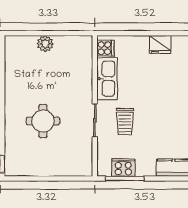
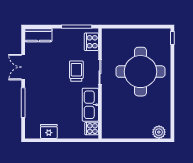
plant: (45, 44) -> (159, 132), moved
round table: (43, 121) -> (140, 72), width x1.86, depth x1.86
cooker: (123, 168) -> (91, 42), moved, turned 90

